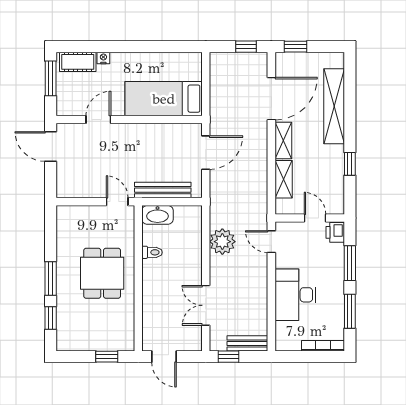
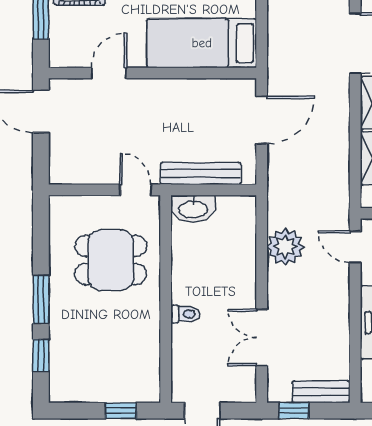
toilet: (152, 252) -> (185, 314), moved
dining table: (102, 273) -> (111, 260), moved, turned 90

